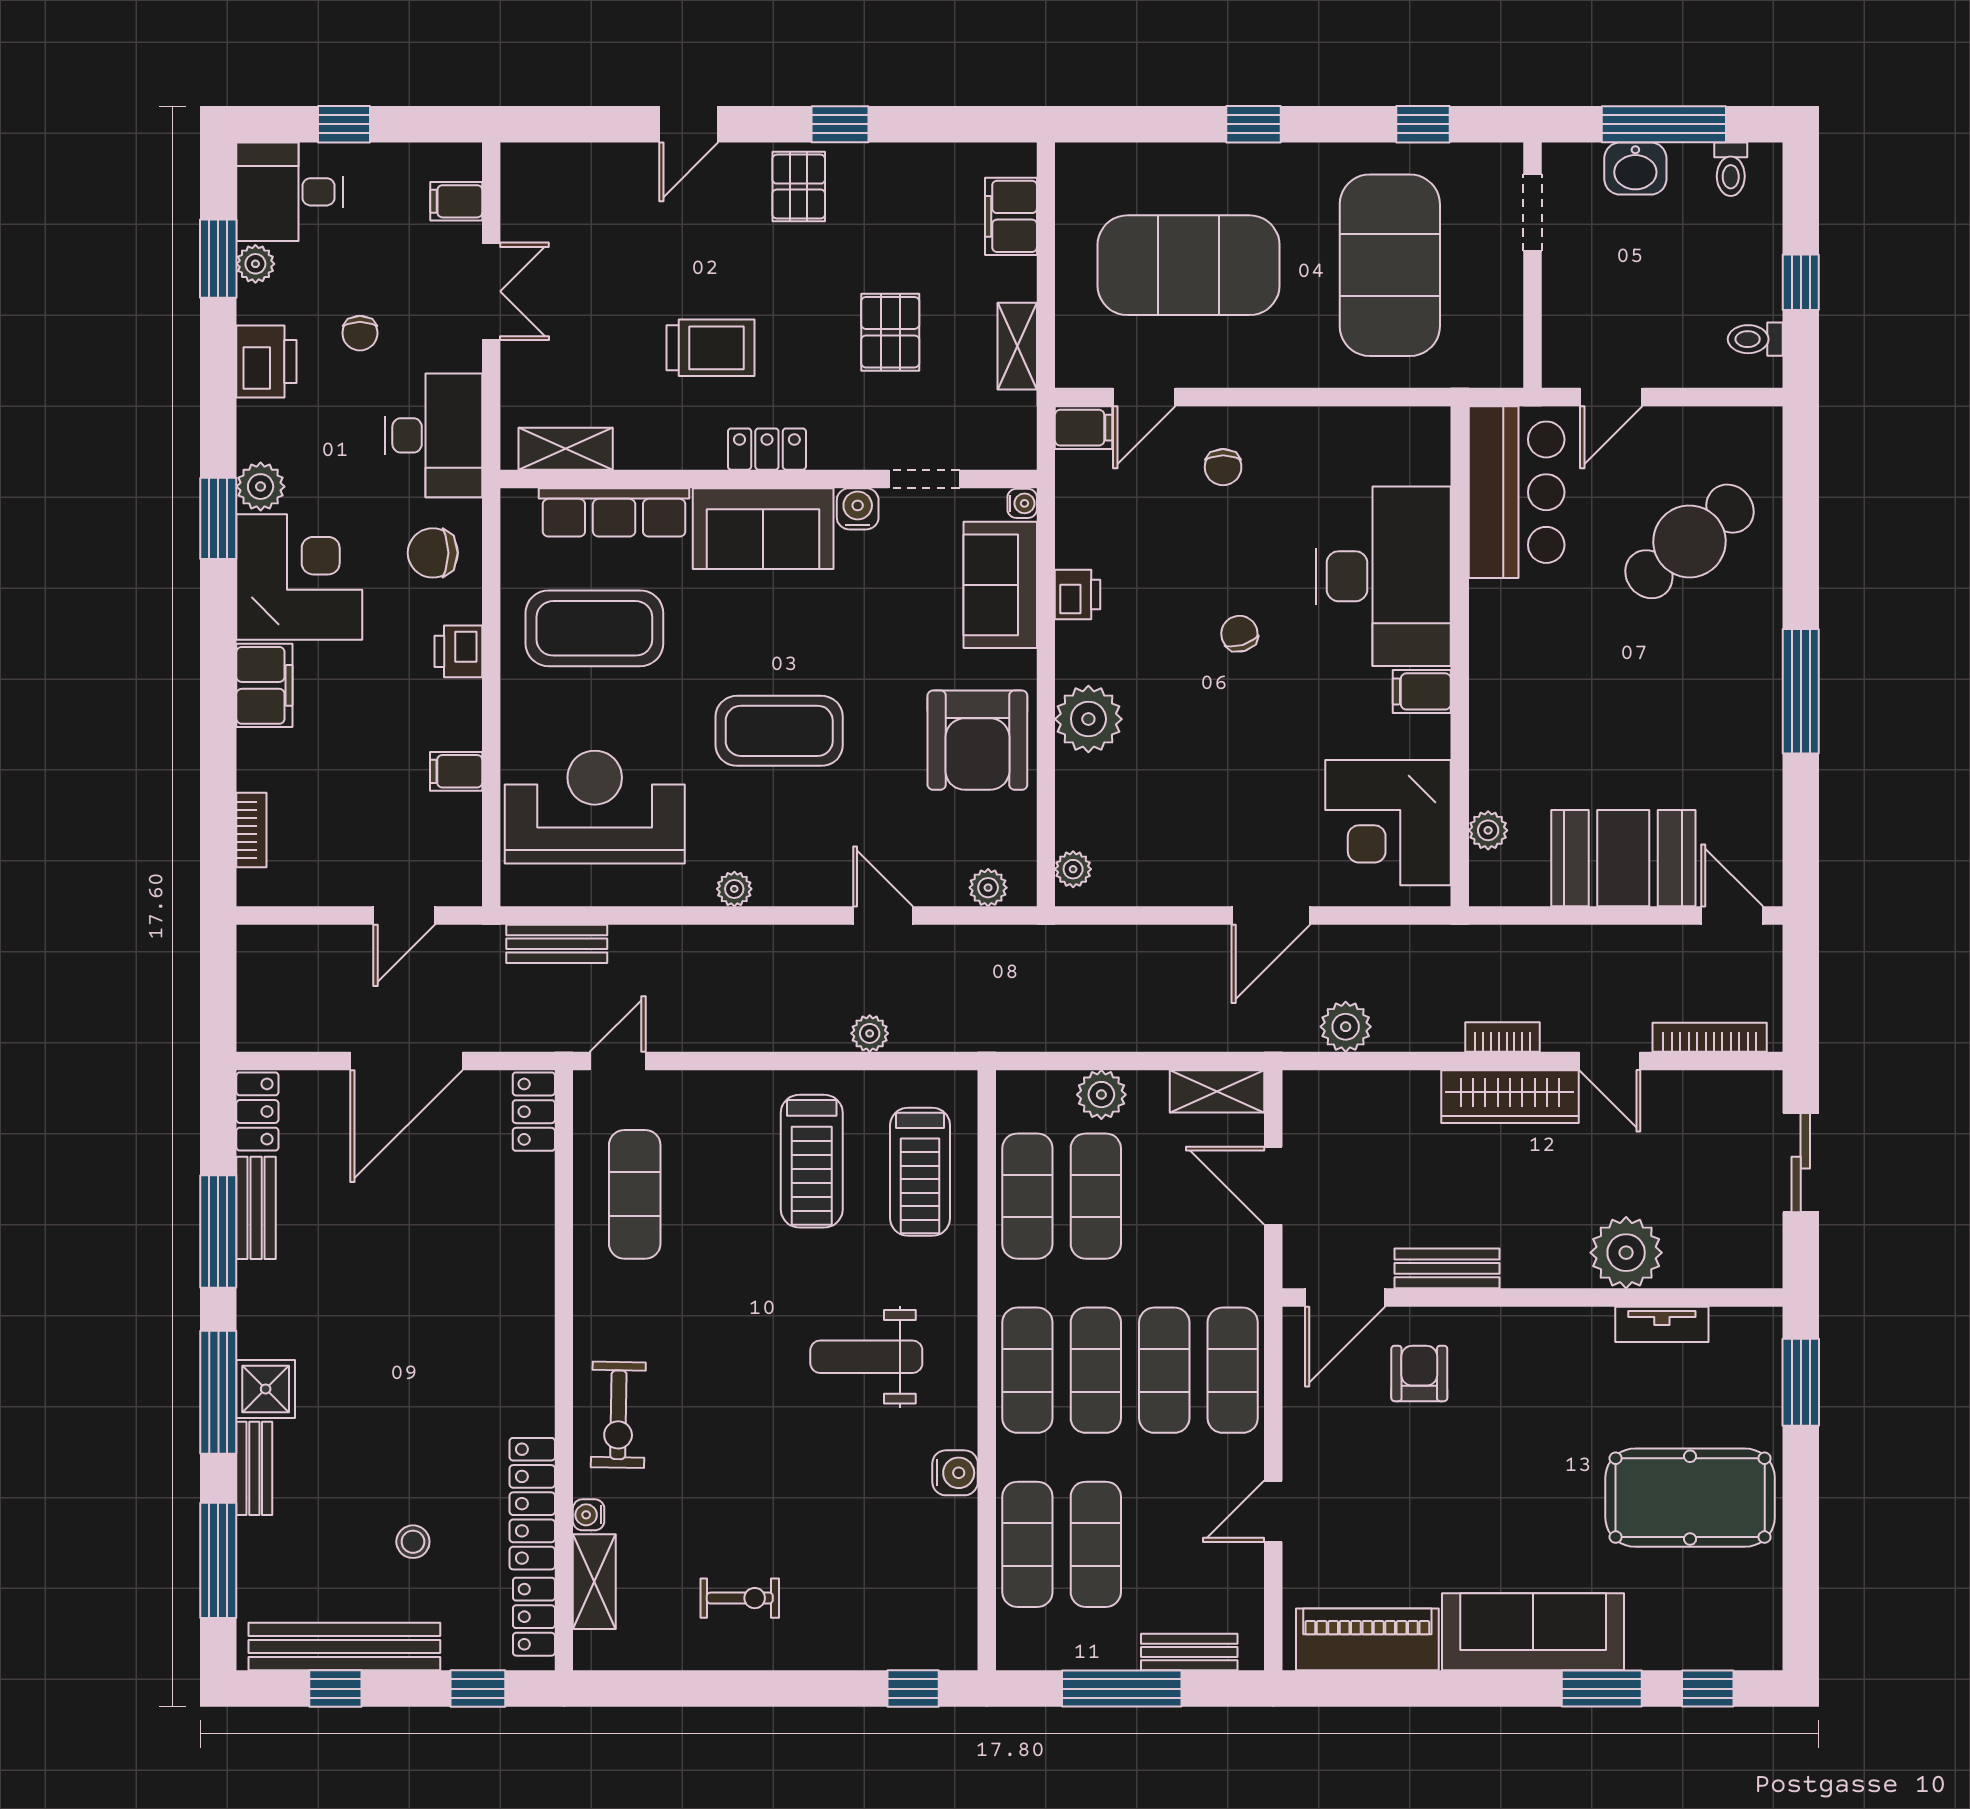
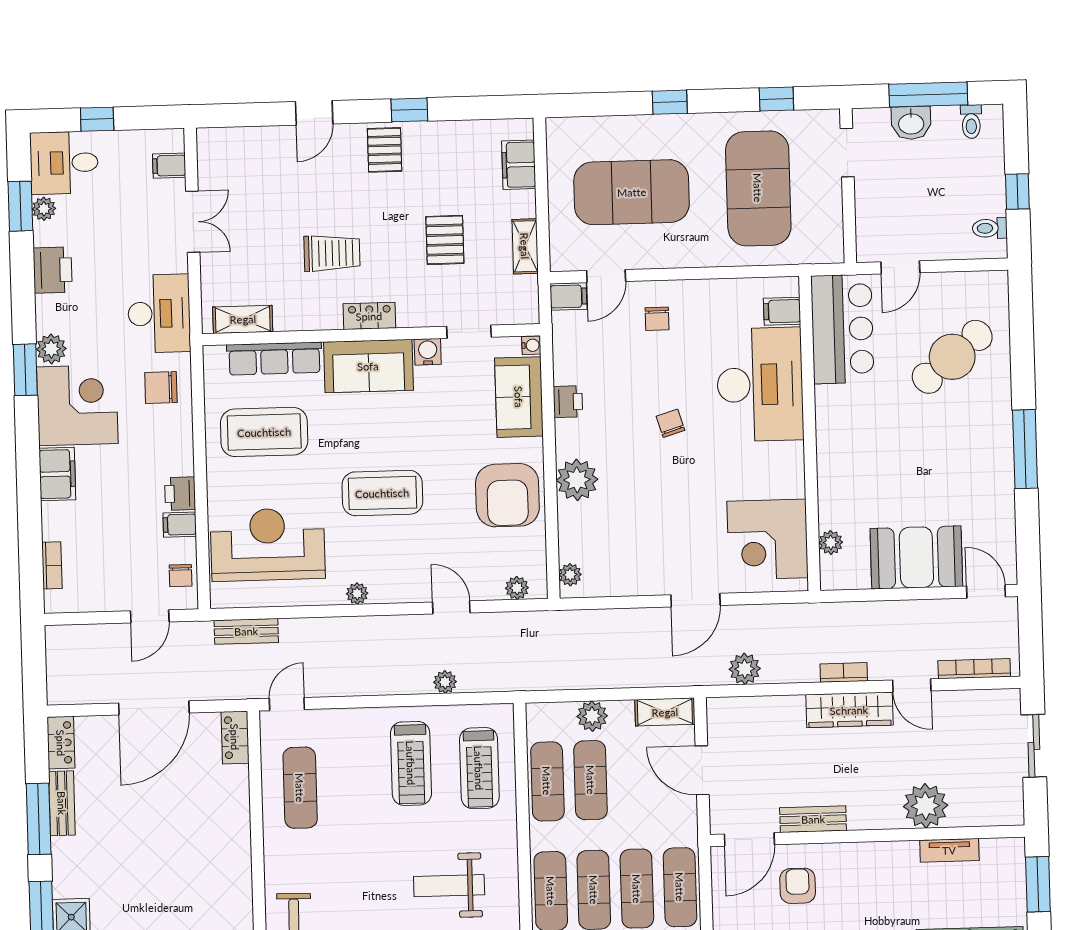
chair: (360, 333) -> (181, 576), moved
printer: (458, 651) -> (180, 494), moved
filing cabinet: (1422, 691) -> (782, 311), moved

